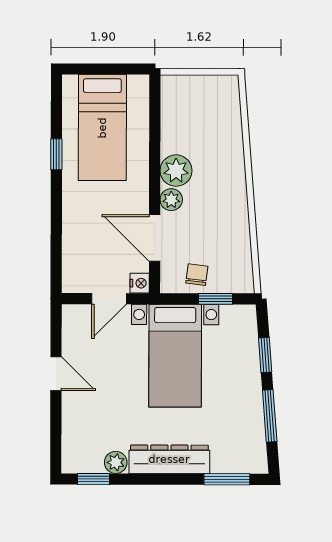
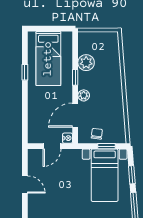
window: (155, 164) -> (75, 77), added
plant: (176, 171) -> (86, 63), moved
door: (155, 238) -> (75, 115), hinge flipped
bed with nightstands: (175, 356) -> (105, 175), moved

